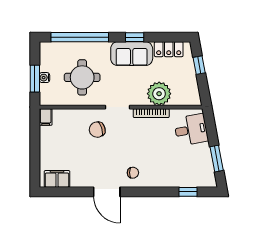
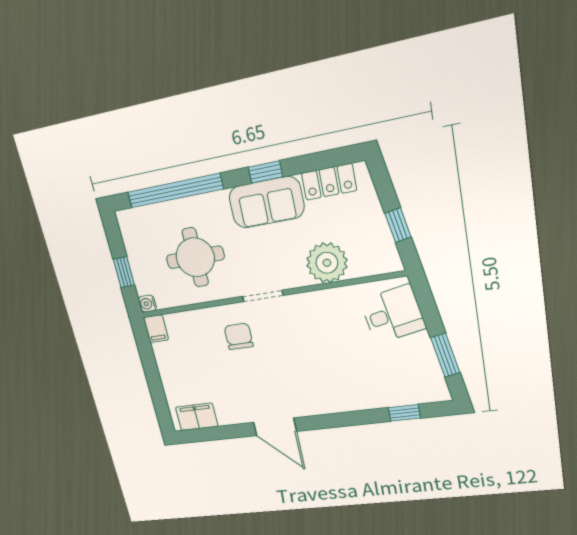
window: (199, 65) -> (398, 225), moved
water cooler: (44, 78) -> (147, 304), moved
window: (35, 79) -> (124, 272), width x0.67
bookcase: (151, 113) -> (320, 297), removed
chair: (97, 130) -> (239, 336), turned 107
chair: (133, 173) -> (309, 394), removed

